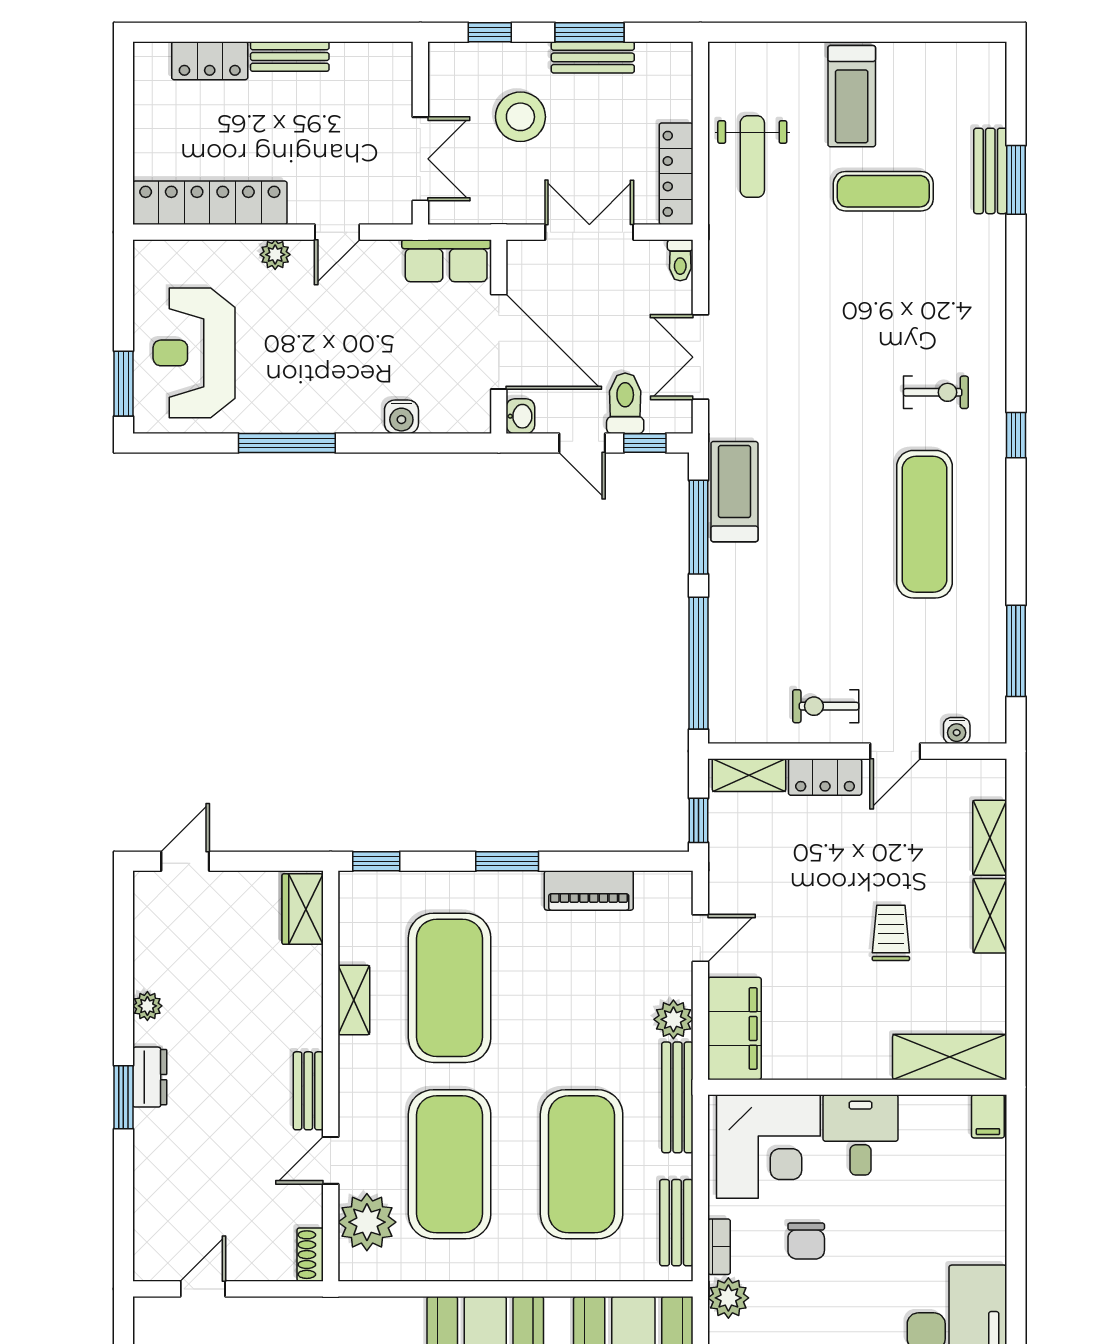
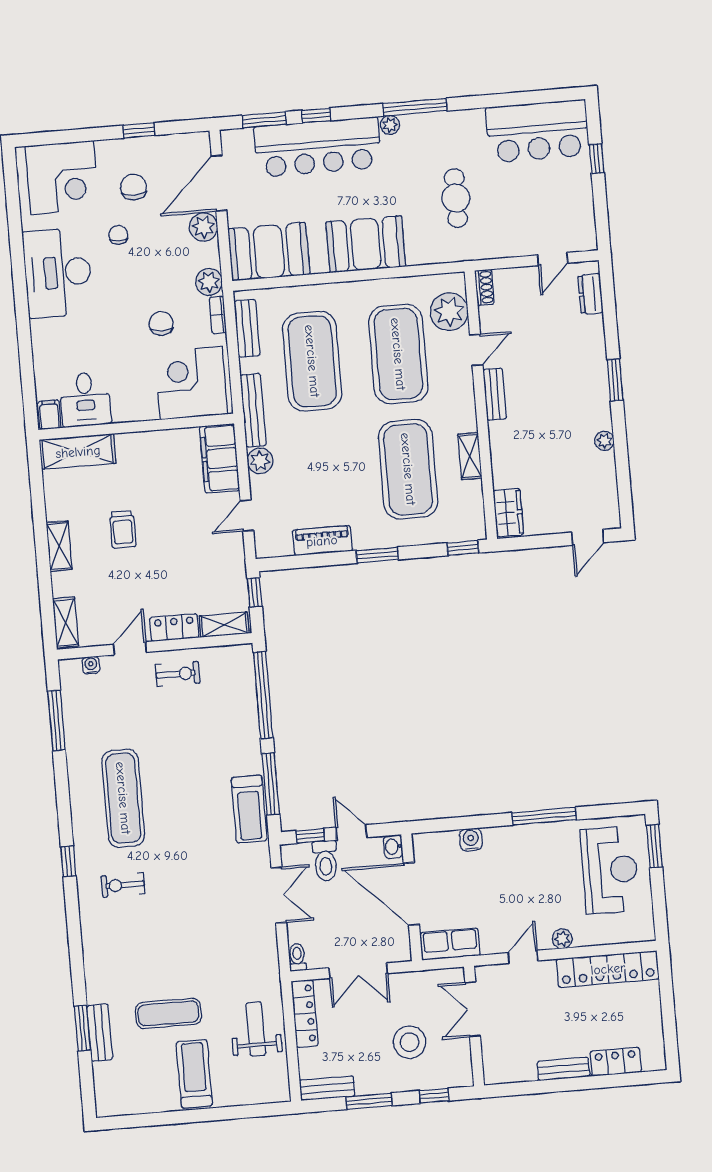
bench: (593, 57) -> (327, 1088), moved
shelving: (990, 838) -> (66, 622), moved
dresser: (150, 1077) -> (591, 294), moved
desk: (860, 1135) -> (85, 400), moved

